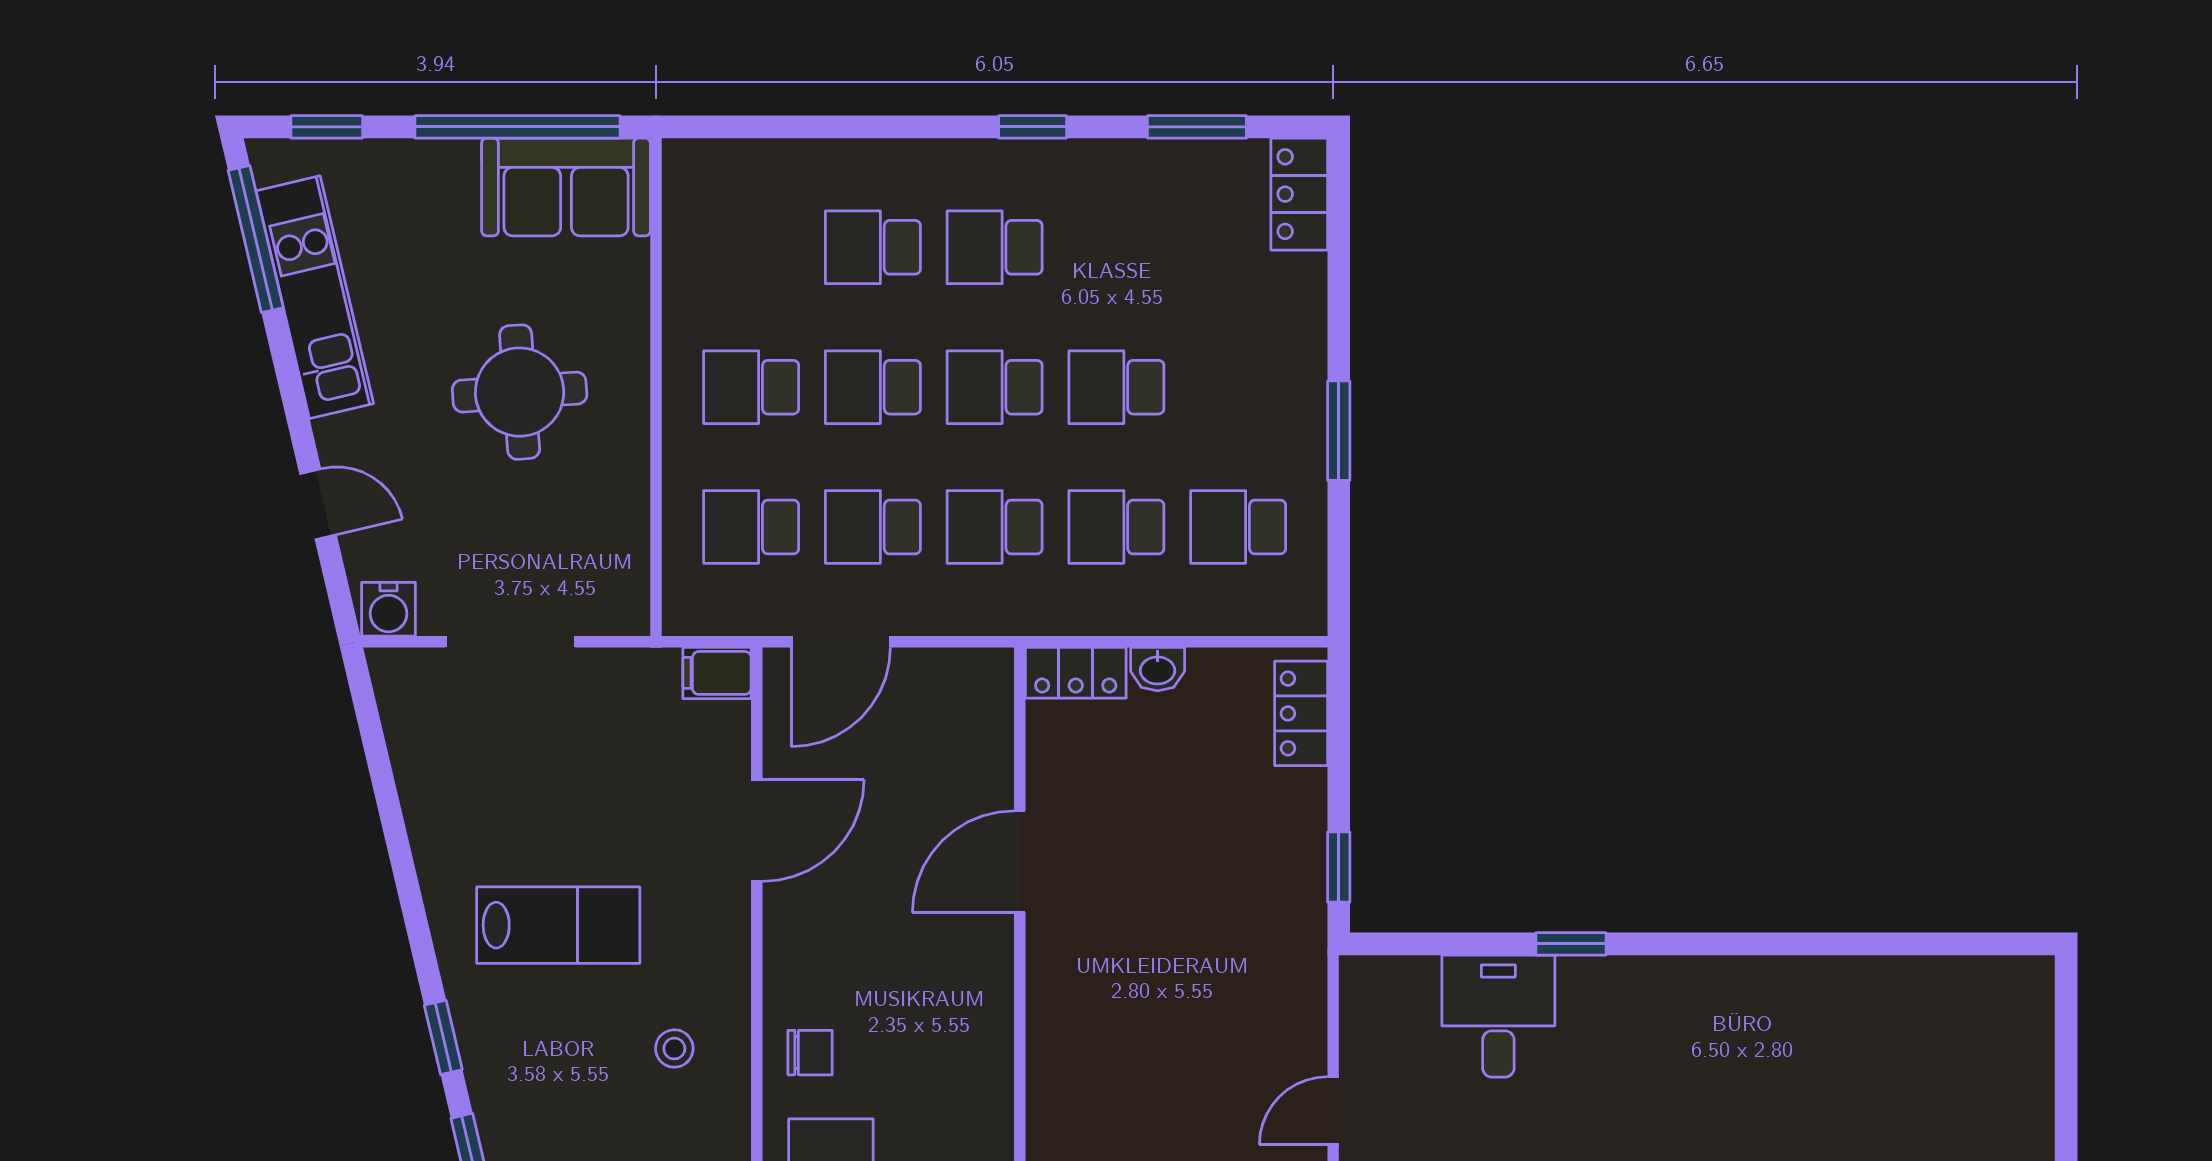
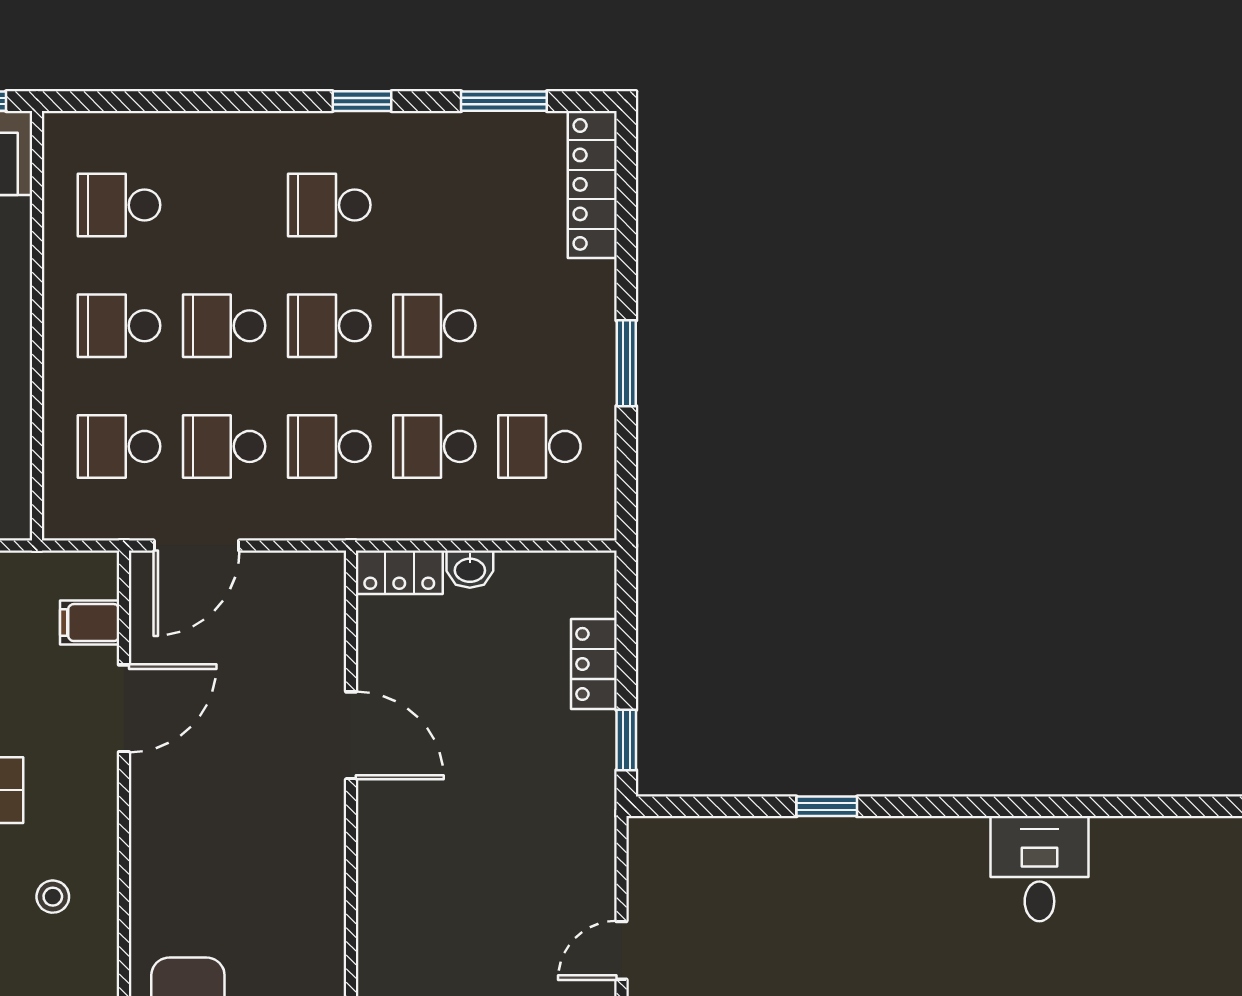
locker: (1299, 194) -> (592, 184), width x1.53
school desk: (873, 247) -> (119, 205), moved
filing cabinet: (717, 673) -> (90, 623), moved
locker: (1301, 713) -> (594, 664), moved
door: (1020, 862) -> (351, 735), swing flipped
desk: (1498, 1016) -> (1039, 869), moved
chair: (810, 1053) -> (170, 900), removed

